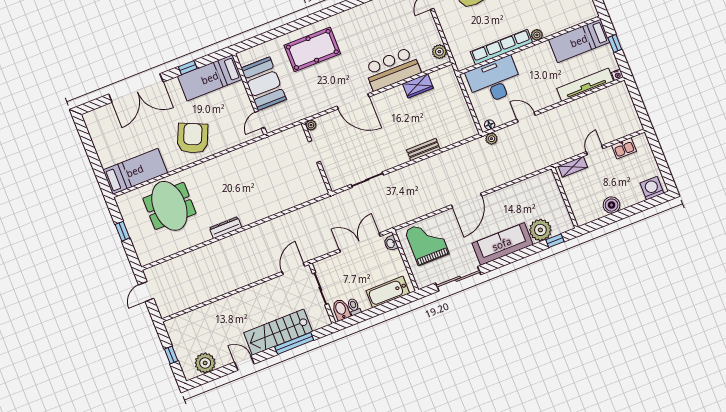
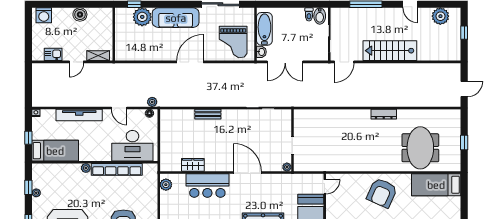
tv unit: (585, 85) -> (79, 115), moved
bathtub: (388, 292) -> (264, 29), moved, turned -90
stairs: (278, 332) -> (390, 51), moved, turned 180

